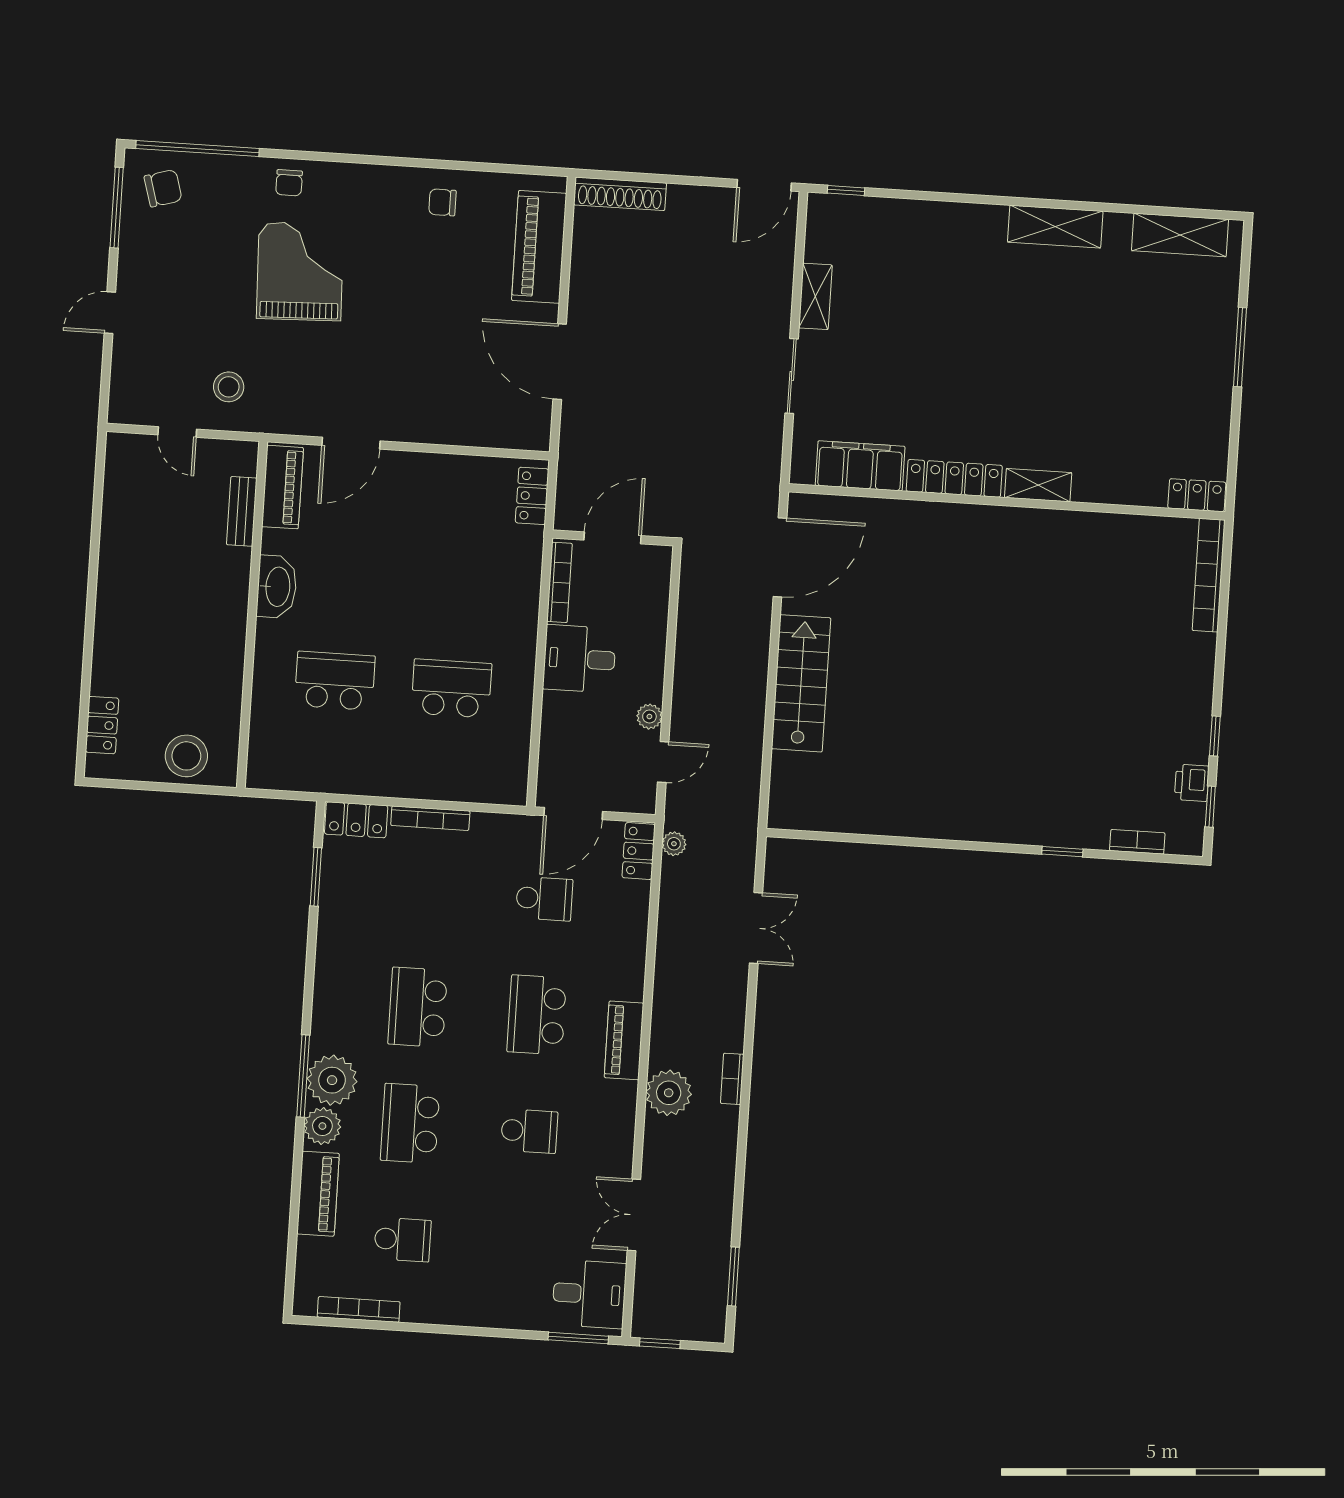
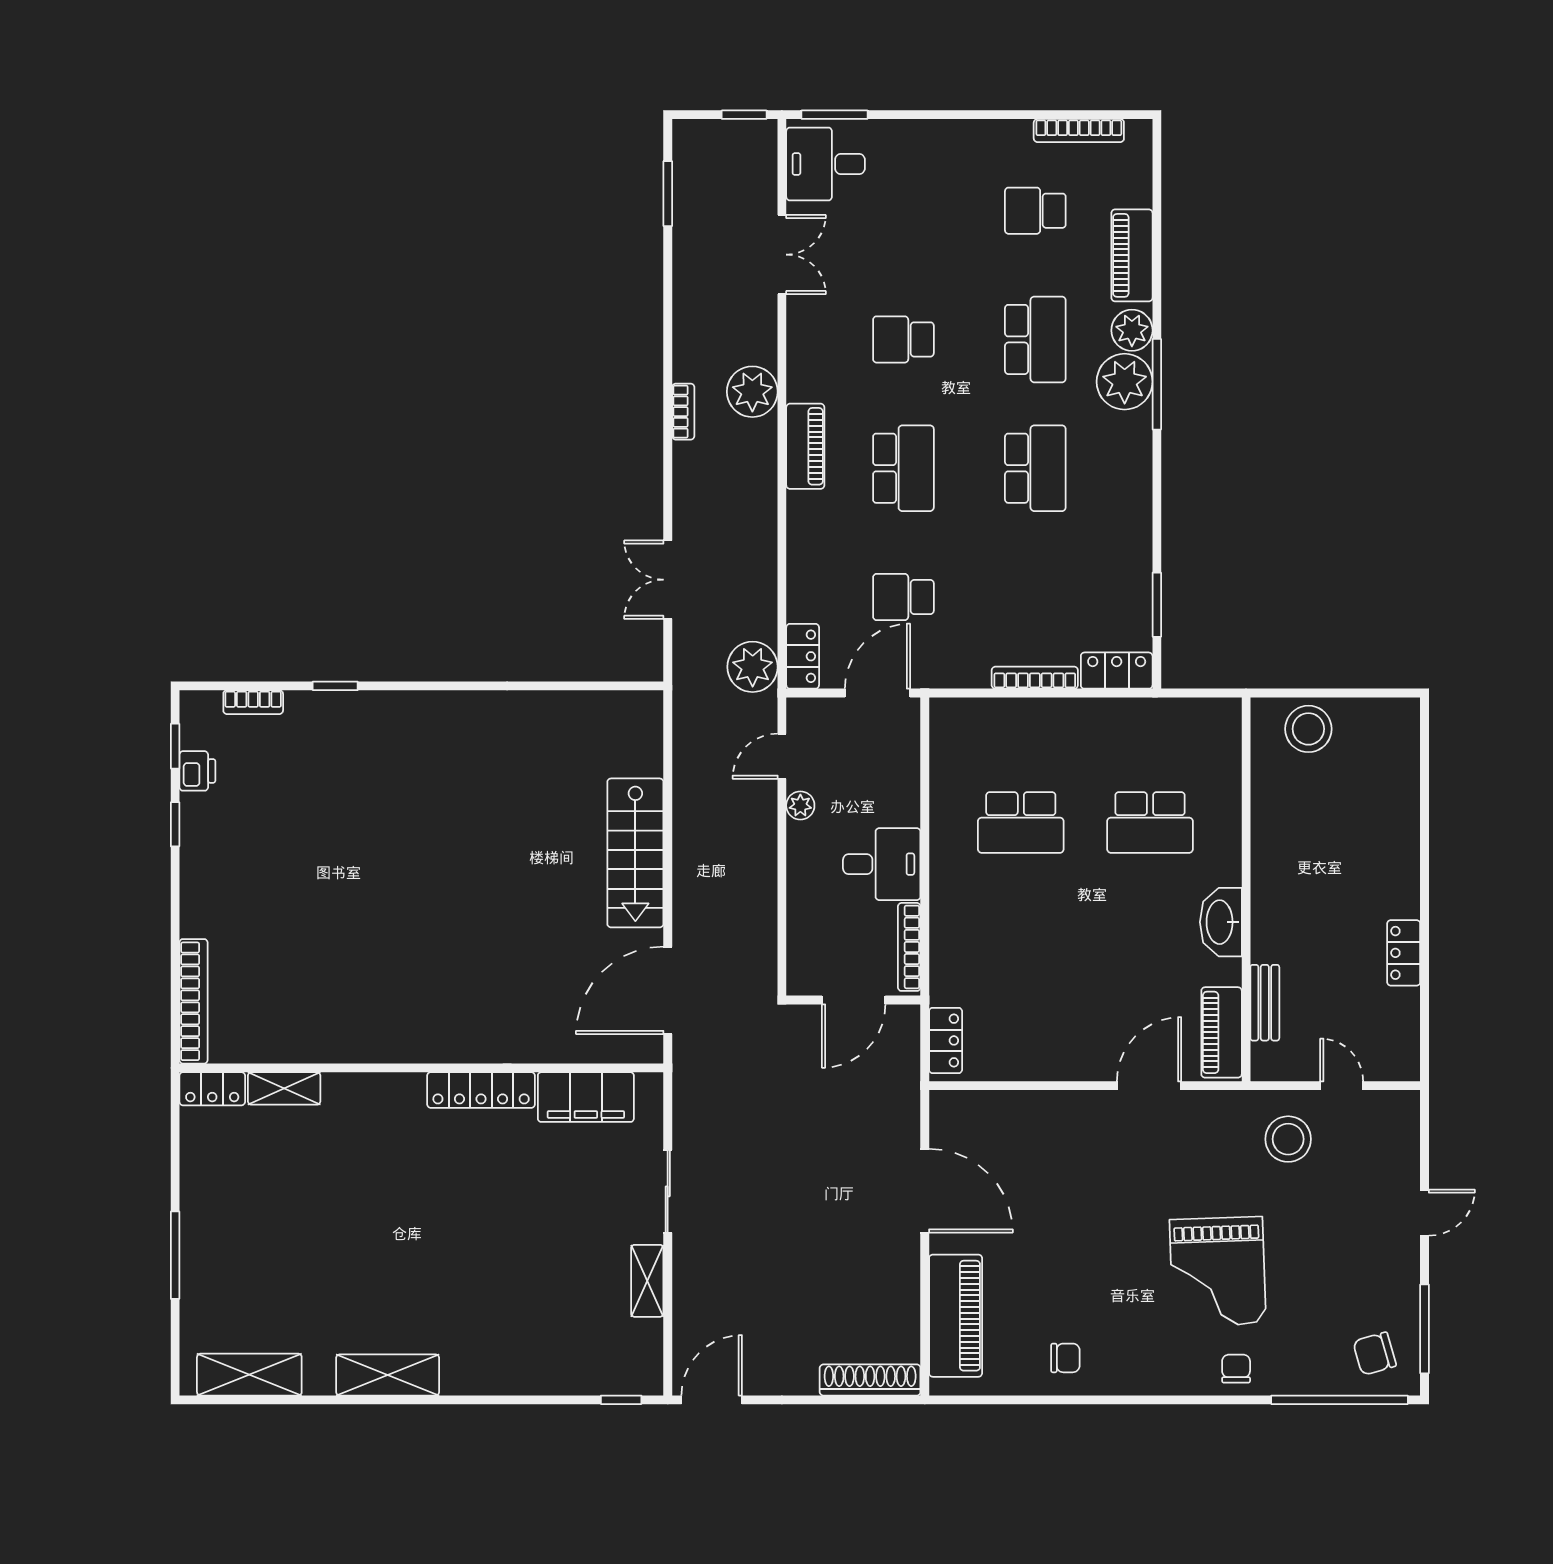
stool: (229, 387) -> (1288, 1139), width x1.38, depth x1.38
shelving: (1038, 485) -> (284, 1088), moved
locker: (102, 725) -> (1404, 953), moved
plant: (674, 844) -> (753, 667), width x1.87, depth x1.87

